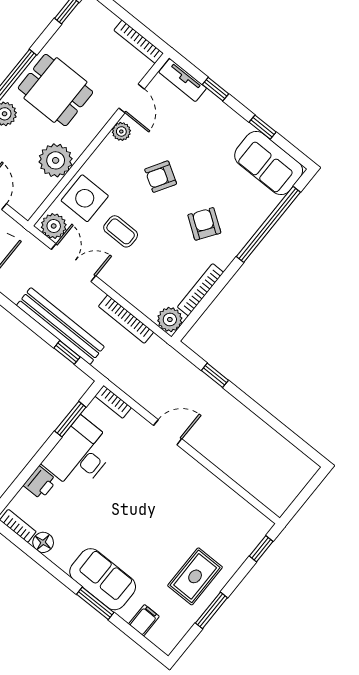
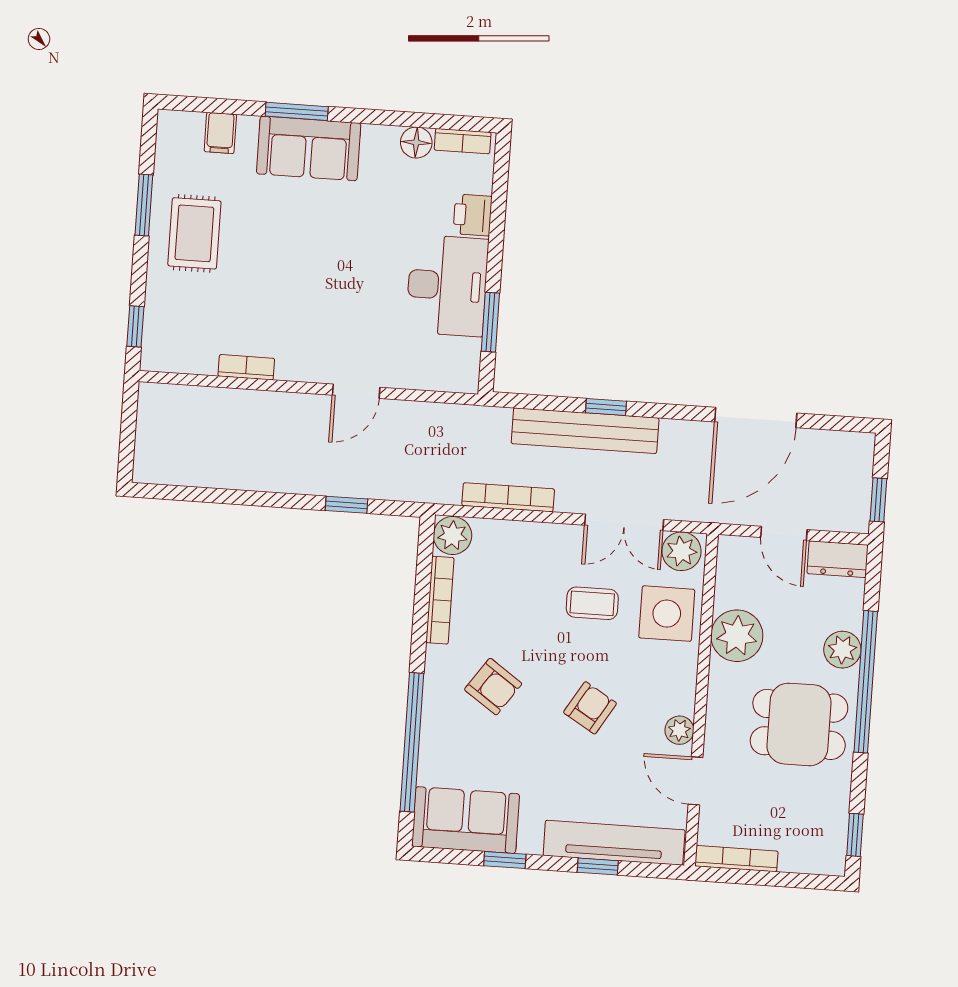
tv unit: (183, 80) -> (614, 843), width x1.92, depth x1.29
window: (67, 352) -> (606, 407), moved
bookcase: (113, 402) -> (246, 367), moved

